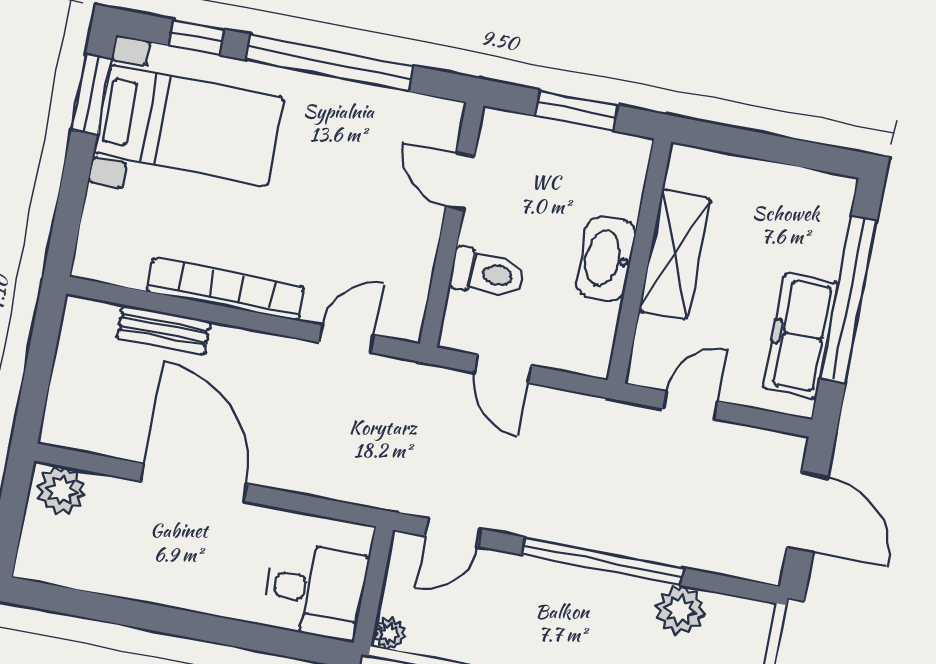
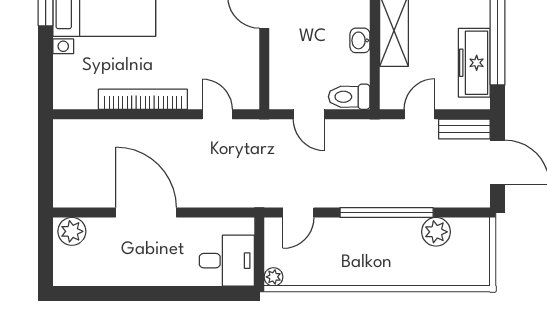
washbasin: (606, 259) -> (360, 40), width x0.52, depth x0.69
toilet: (488, 273) -> (349, 97), moved, turned 180
bench: (164, 330) -> (464, 129), moved
door: (347, 339) -> (217, 114), hinge flipped

